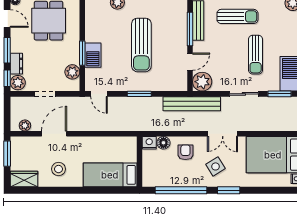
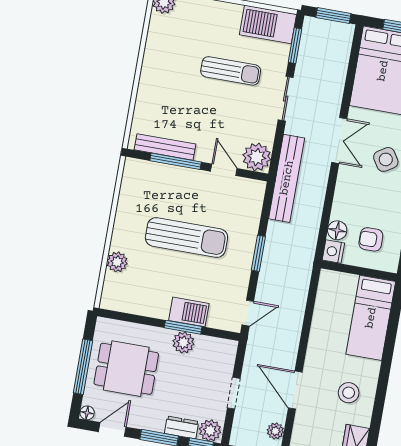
sun lounger: (237, 16) -> (169, 88), removed
plant: (72, 72) -> (183, 342), moved
armchair: (185, 152) -> (371, 239), moved

